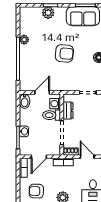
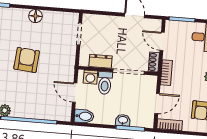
door: (39, 157) -> (157, 103), hinge flipped
door: (87, 157) -> (162, 41), hinge flipped

